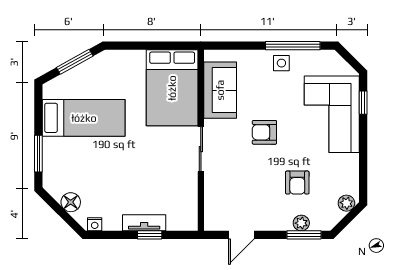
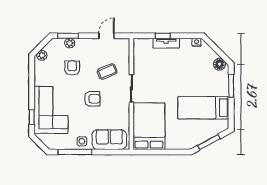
sofa: (220, 90) -> (109, 140), moved, turned 90
coffee table: (240, 177) -> (107, 72), added
floor lamp: (71, 202) -> (220, 64), moved

